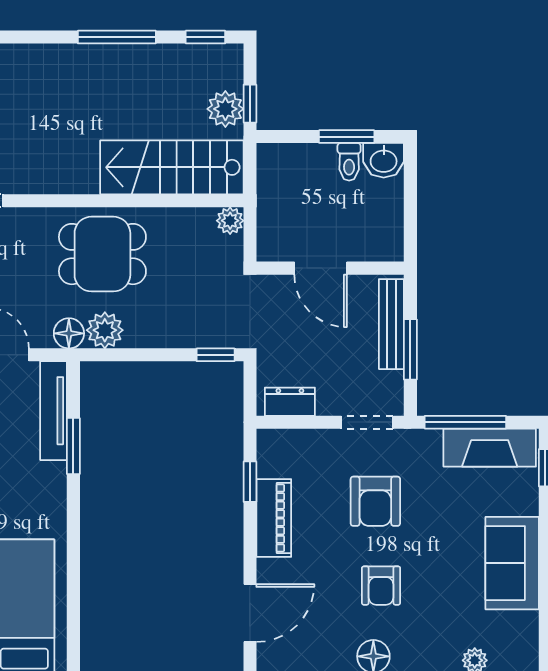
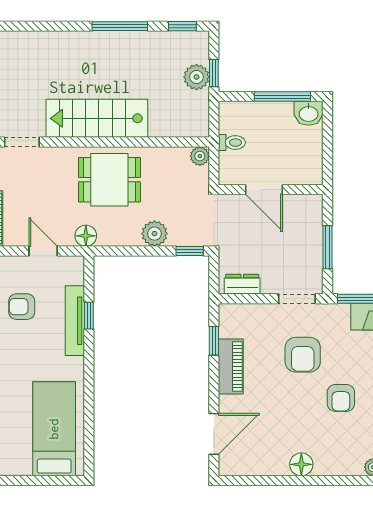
window: (347, 137) -> (282, 97), width x1.44
toilet: (349, 162) -> (232, 143), moved, turned -90
stairs: (172, 167) -> (97, 118), moved
bench: (391, 324) -> (314, 229), removed
plant: (105, 330) -> (155, 234), moved
tv unit: (54, 411) -> (75, 321), moved
window: (73, 446) -> (89, 316), width x0.67
armchair: (381, 586) -> (341, 398), moved

